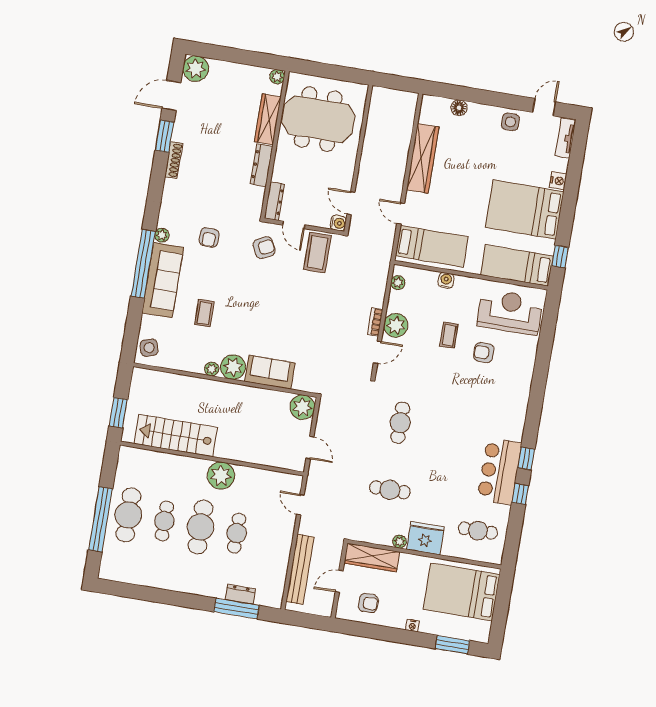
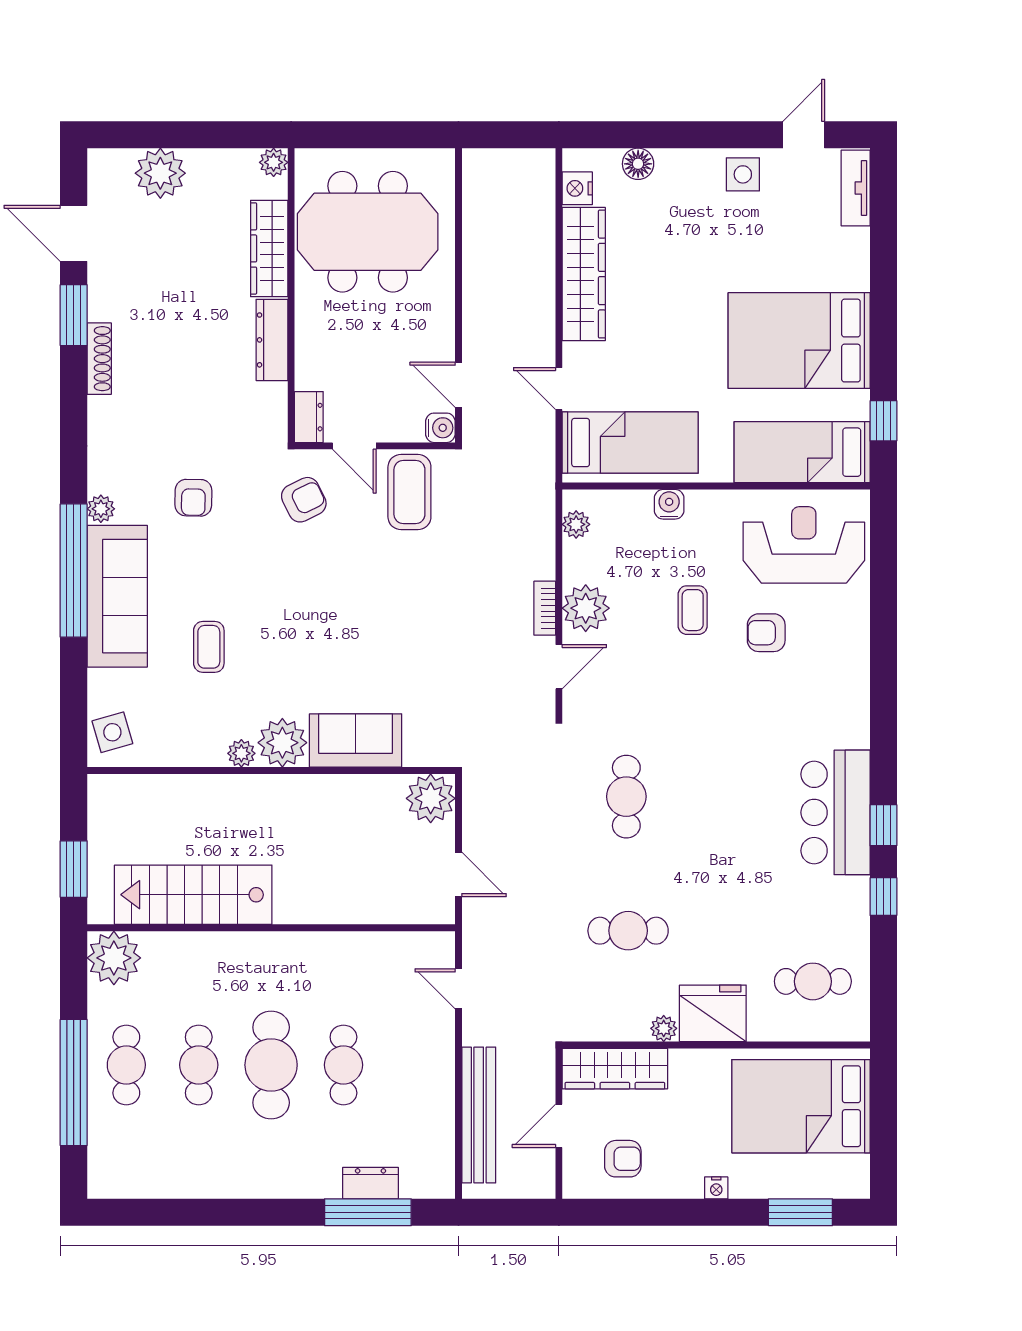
plant: (196, 69) -> (160, 173), moved
door: (171, 95) -> (74, 233), hinge flipped
nightstand: (558, 181) -> (577, 188), moved, turned 180
dresser: (274, 201) -> (309, 417), width x0.70
bar counter: (499, 471) -> (836, 812), moved
plant: (221, 476) -> (114, 958), moved
cafe table: (128, 515) -> (126, 1065), width x0.73, depth x0.74

